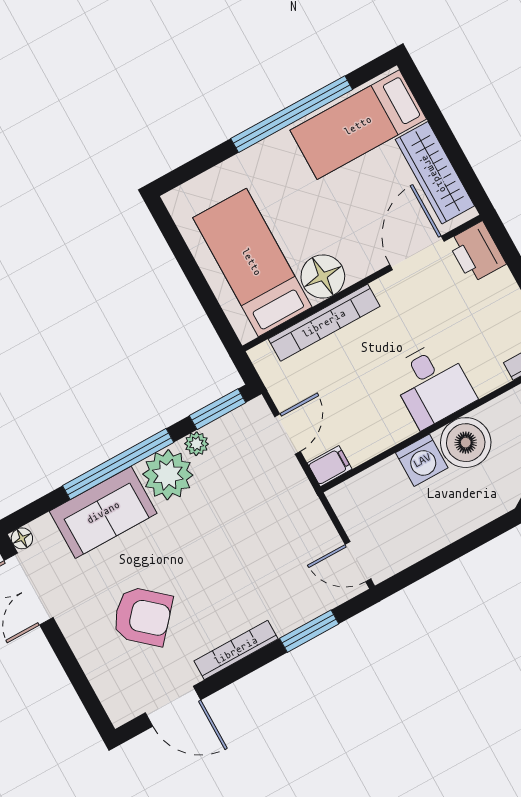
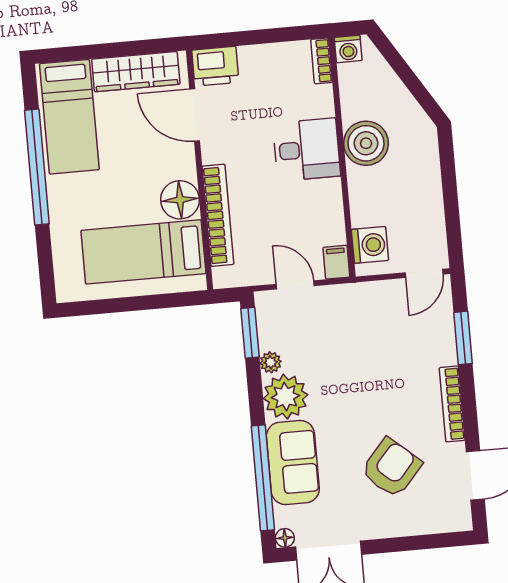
washing machine: (422, 460) -> (370, 245), moved
window: (118, 464) -> (263, 478), moved

